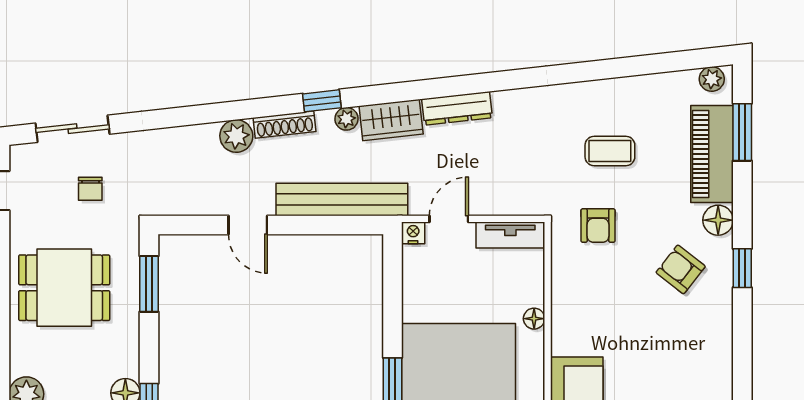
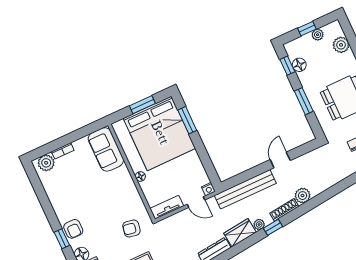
door: (449, 219) -> (196, 202), hinge flipped
door: (248, 225) -> (280, 160), hinge flipped
armchair: (598, 226) -> (131, 228), turned -80
armchair: (681, 269) -> (73, 229), moved, turned 52
window: (149, 284) -> (304, 101), moved

